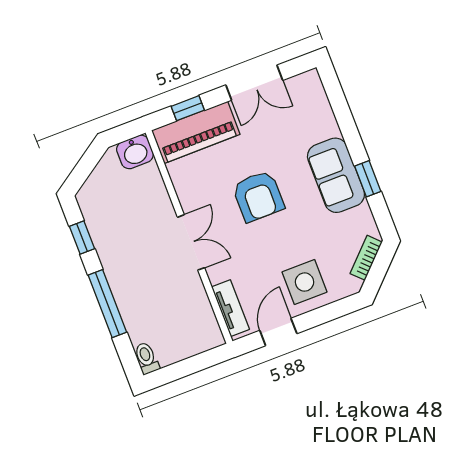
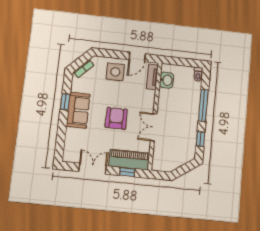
washbasin: (135, 152) -> (167, 80), moved, turned 90
double door: (191, 242) -> (154, 127), moved

